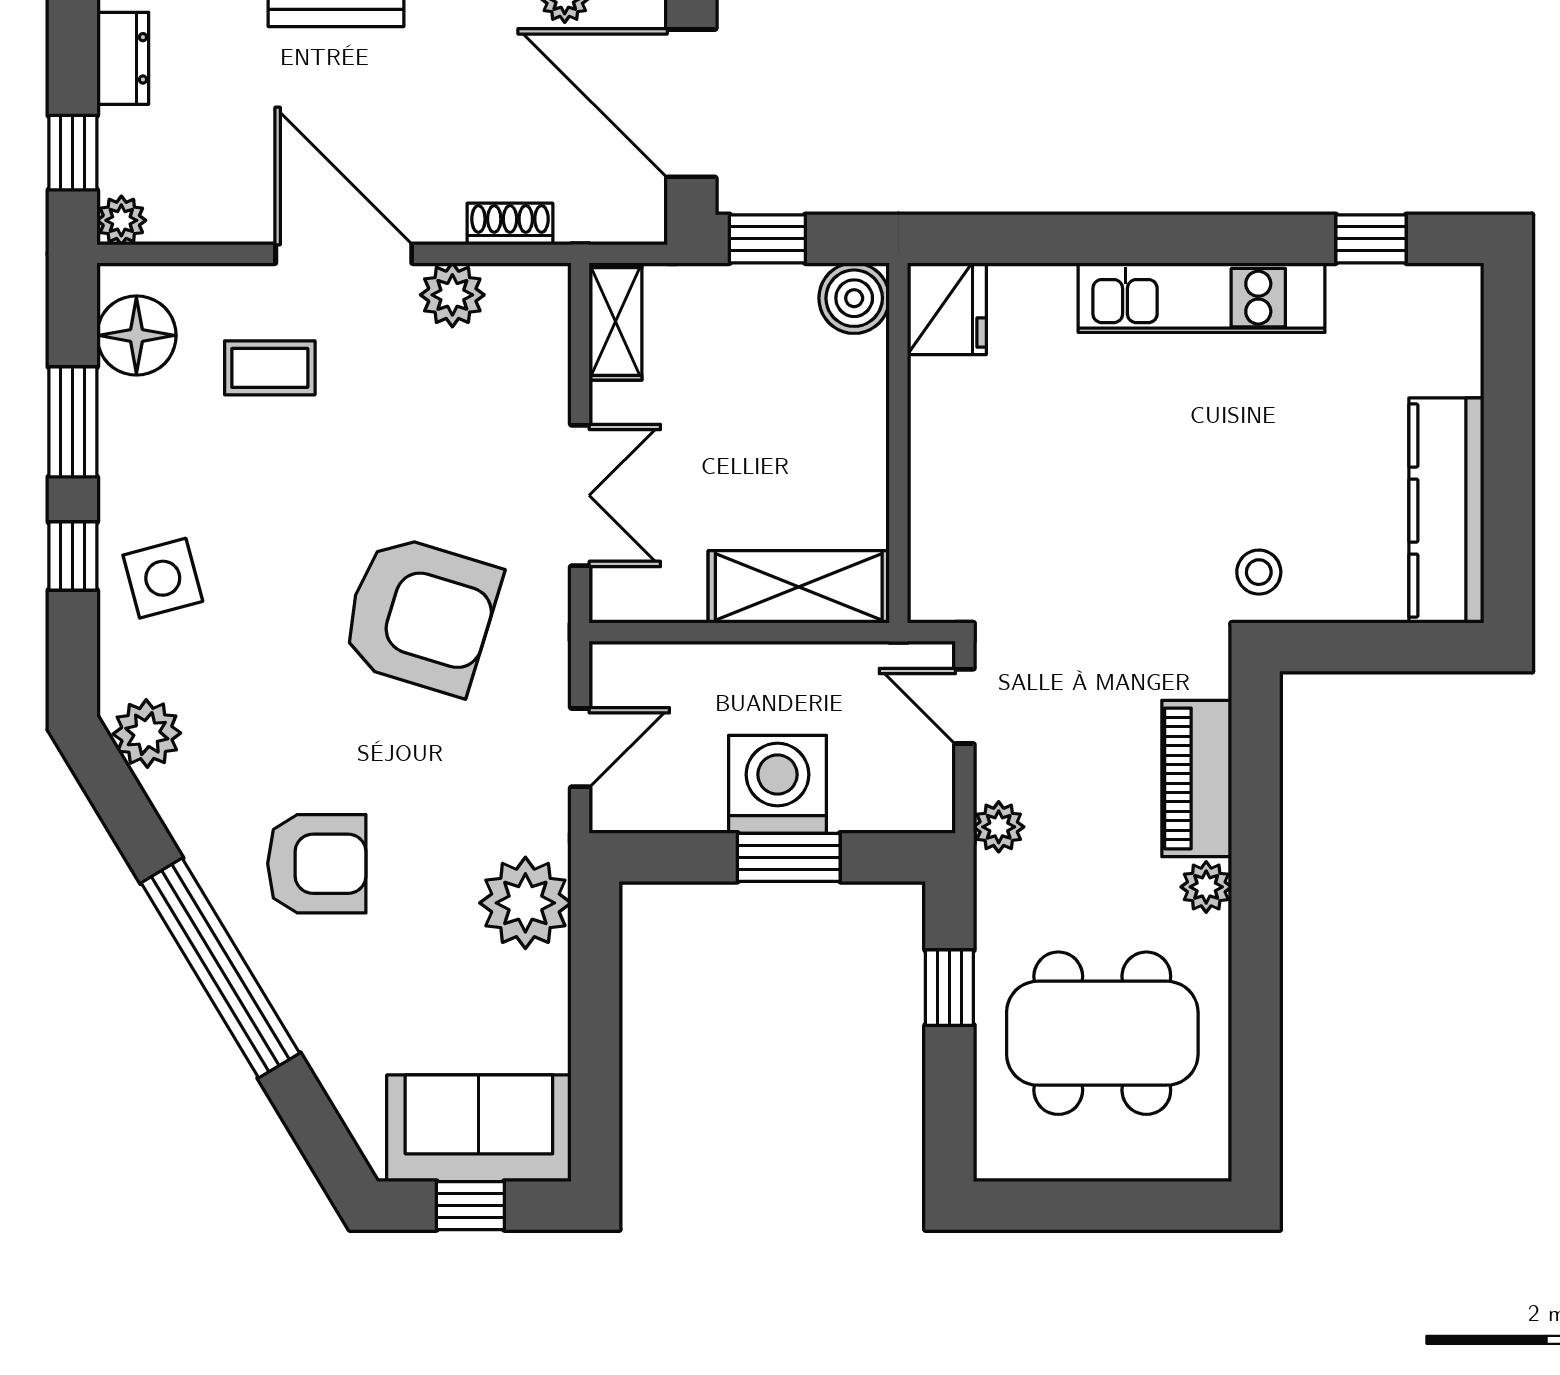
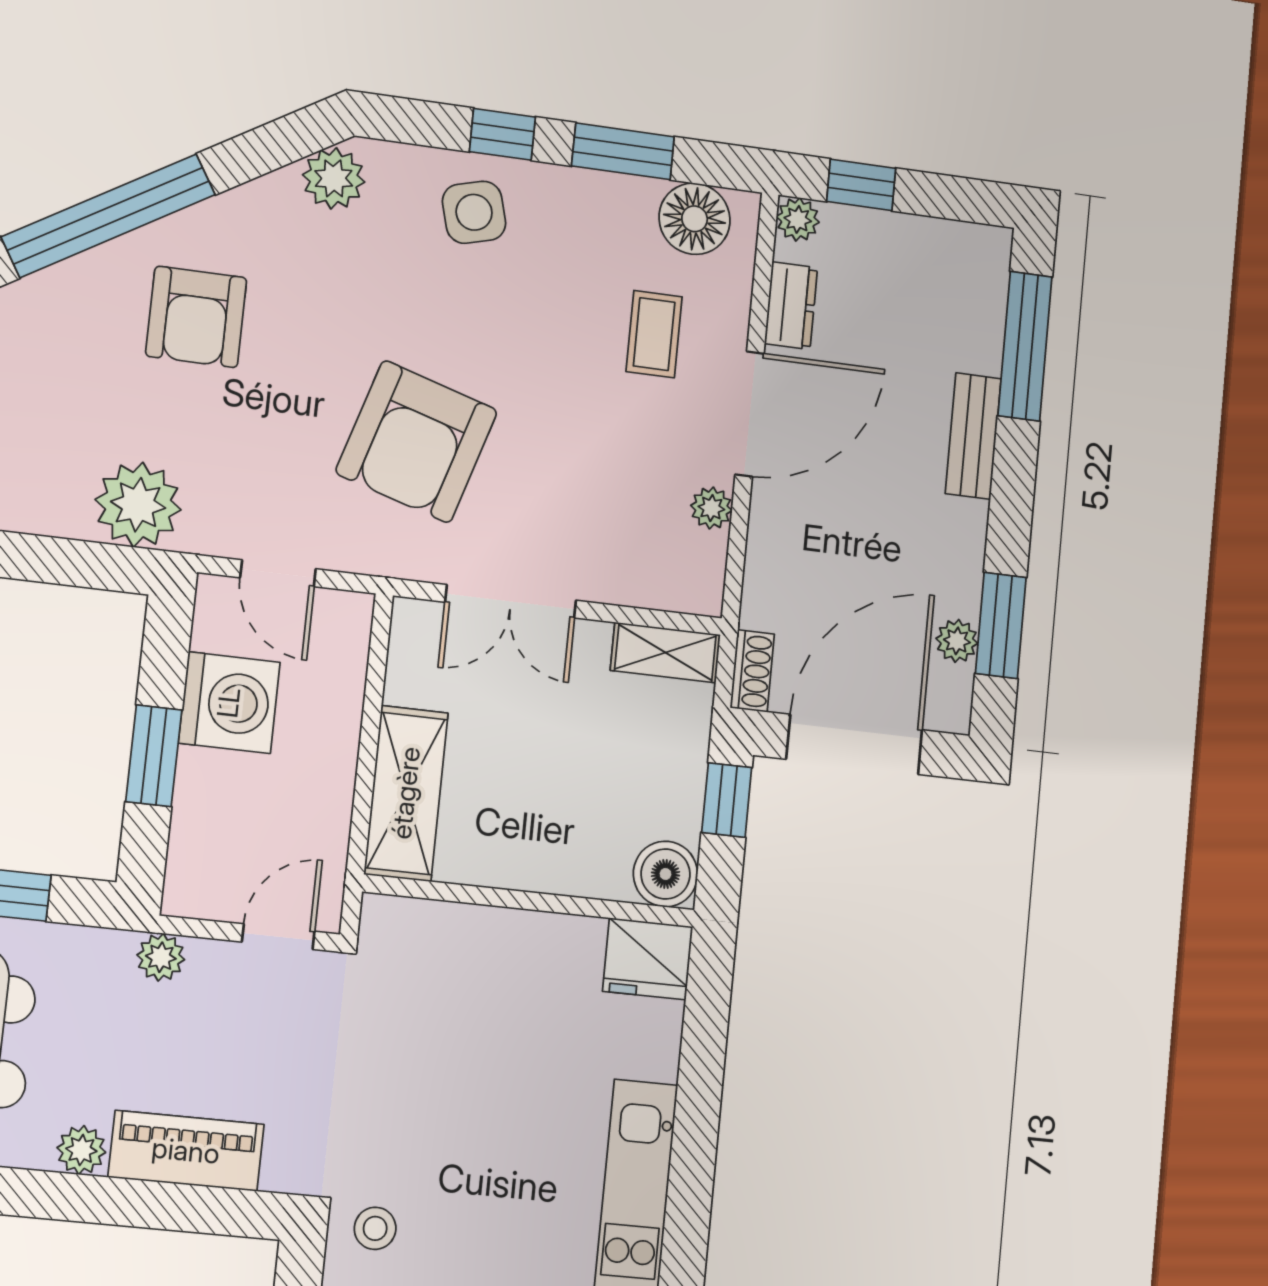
dresser: (123, 58) -> (791, 306), moved, turned -90
shoe rack: (510, 224) -> (752, 671), moved
plant: (452, 295) -> (711, 508), width x0.73, depth x0.73
washing machine: (778, 784) -> (229, 703), moved

